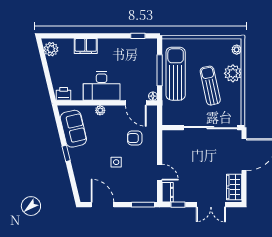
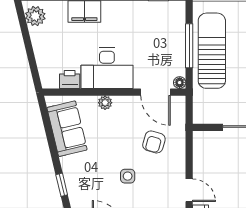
printer: (64, 94) -> (70, 79), moved
armchair: (135, 138) -> (154, 142), turned -74
window: (66, 153) -> (62, 185), moved

